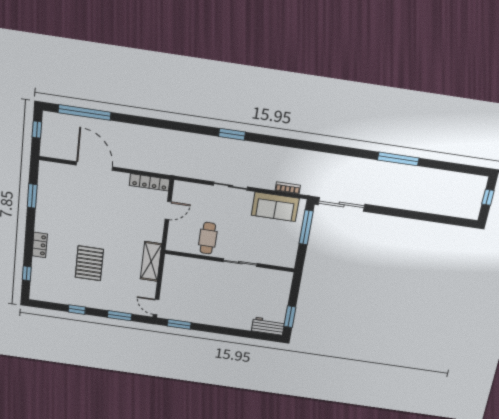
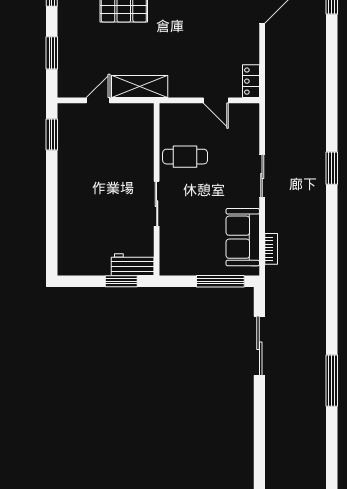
locker: (150, 182) -> (251, 81), width x0.66
sliding door: (342, 204) -> (259, 346), moved
door: (156, 307) -> (98, 100), moved
window: (290, 317) -> (121, 281), moved
workbench: (268, 326) -> (133, 265), moved, turned -90

